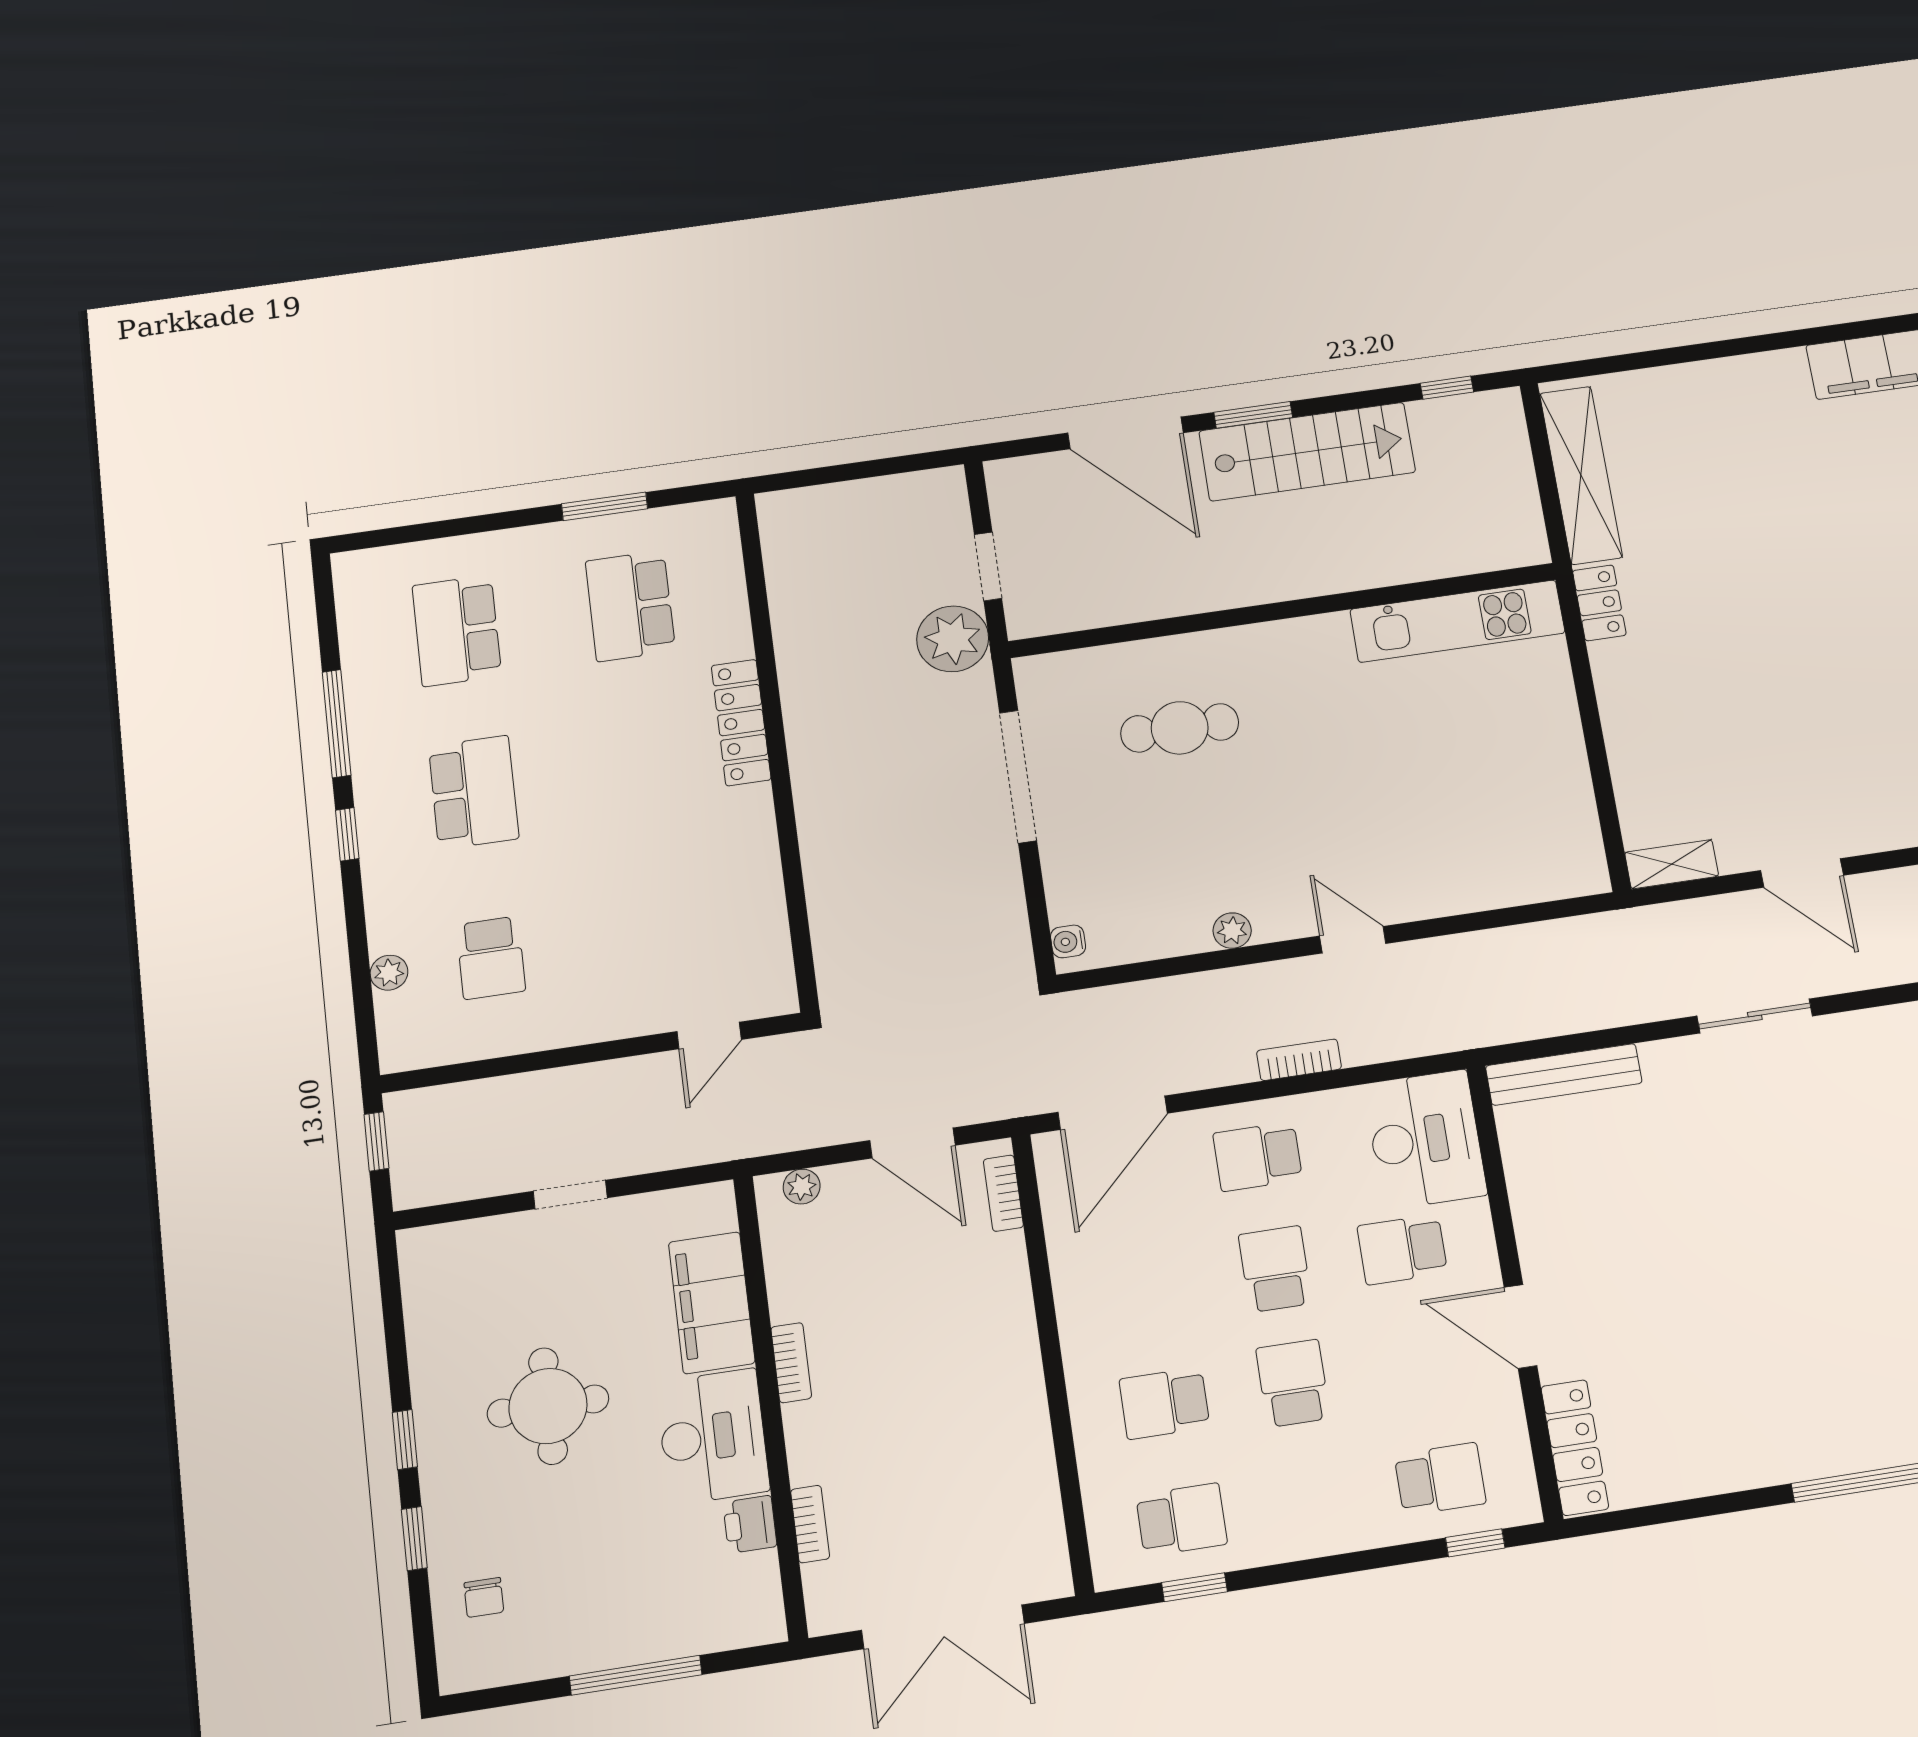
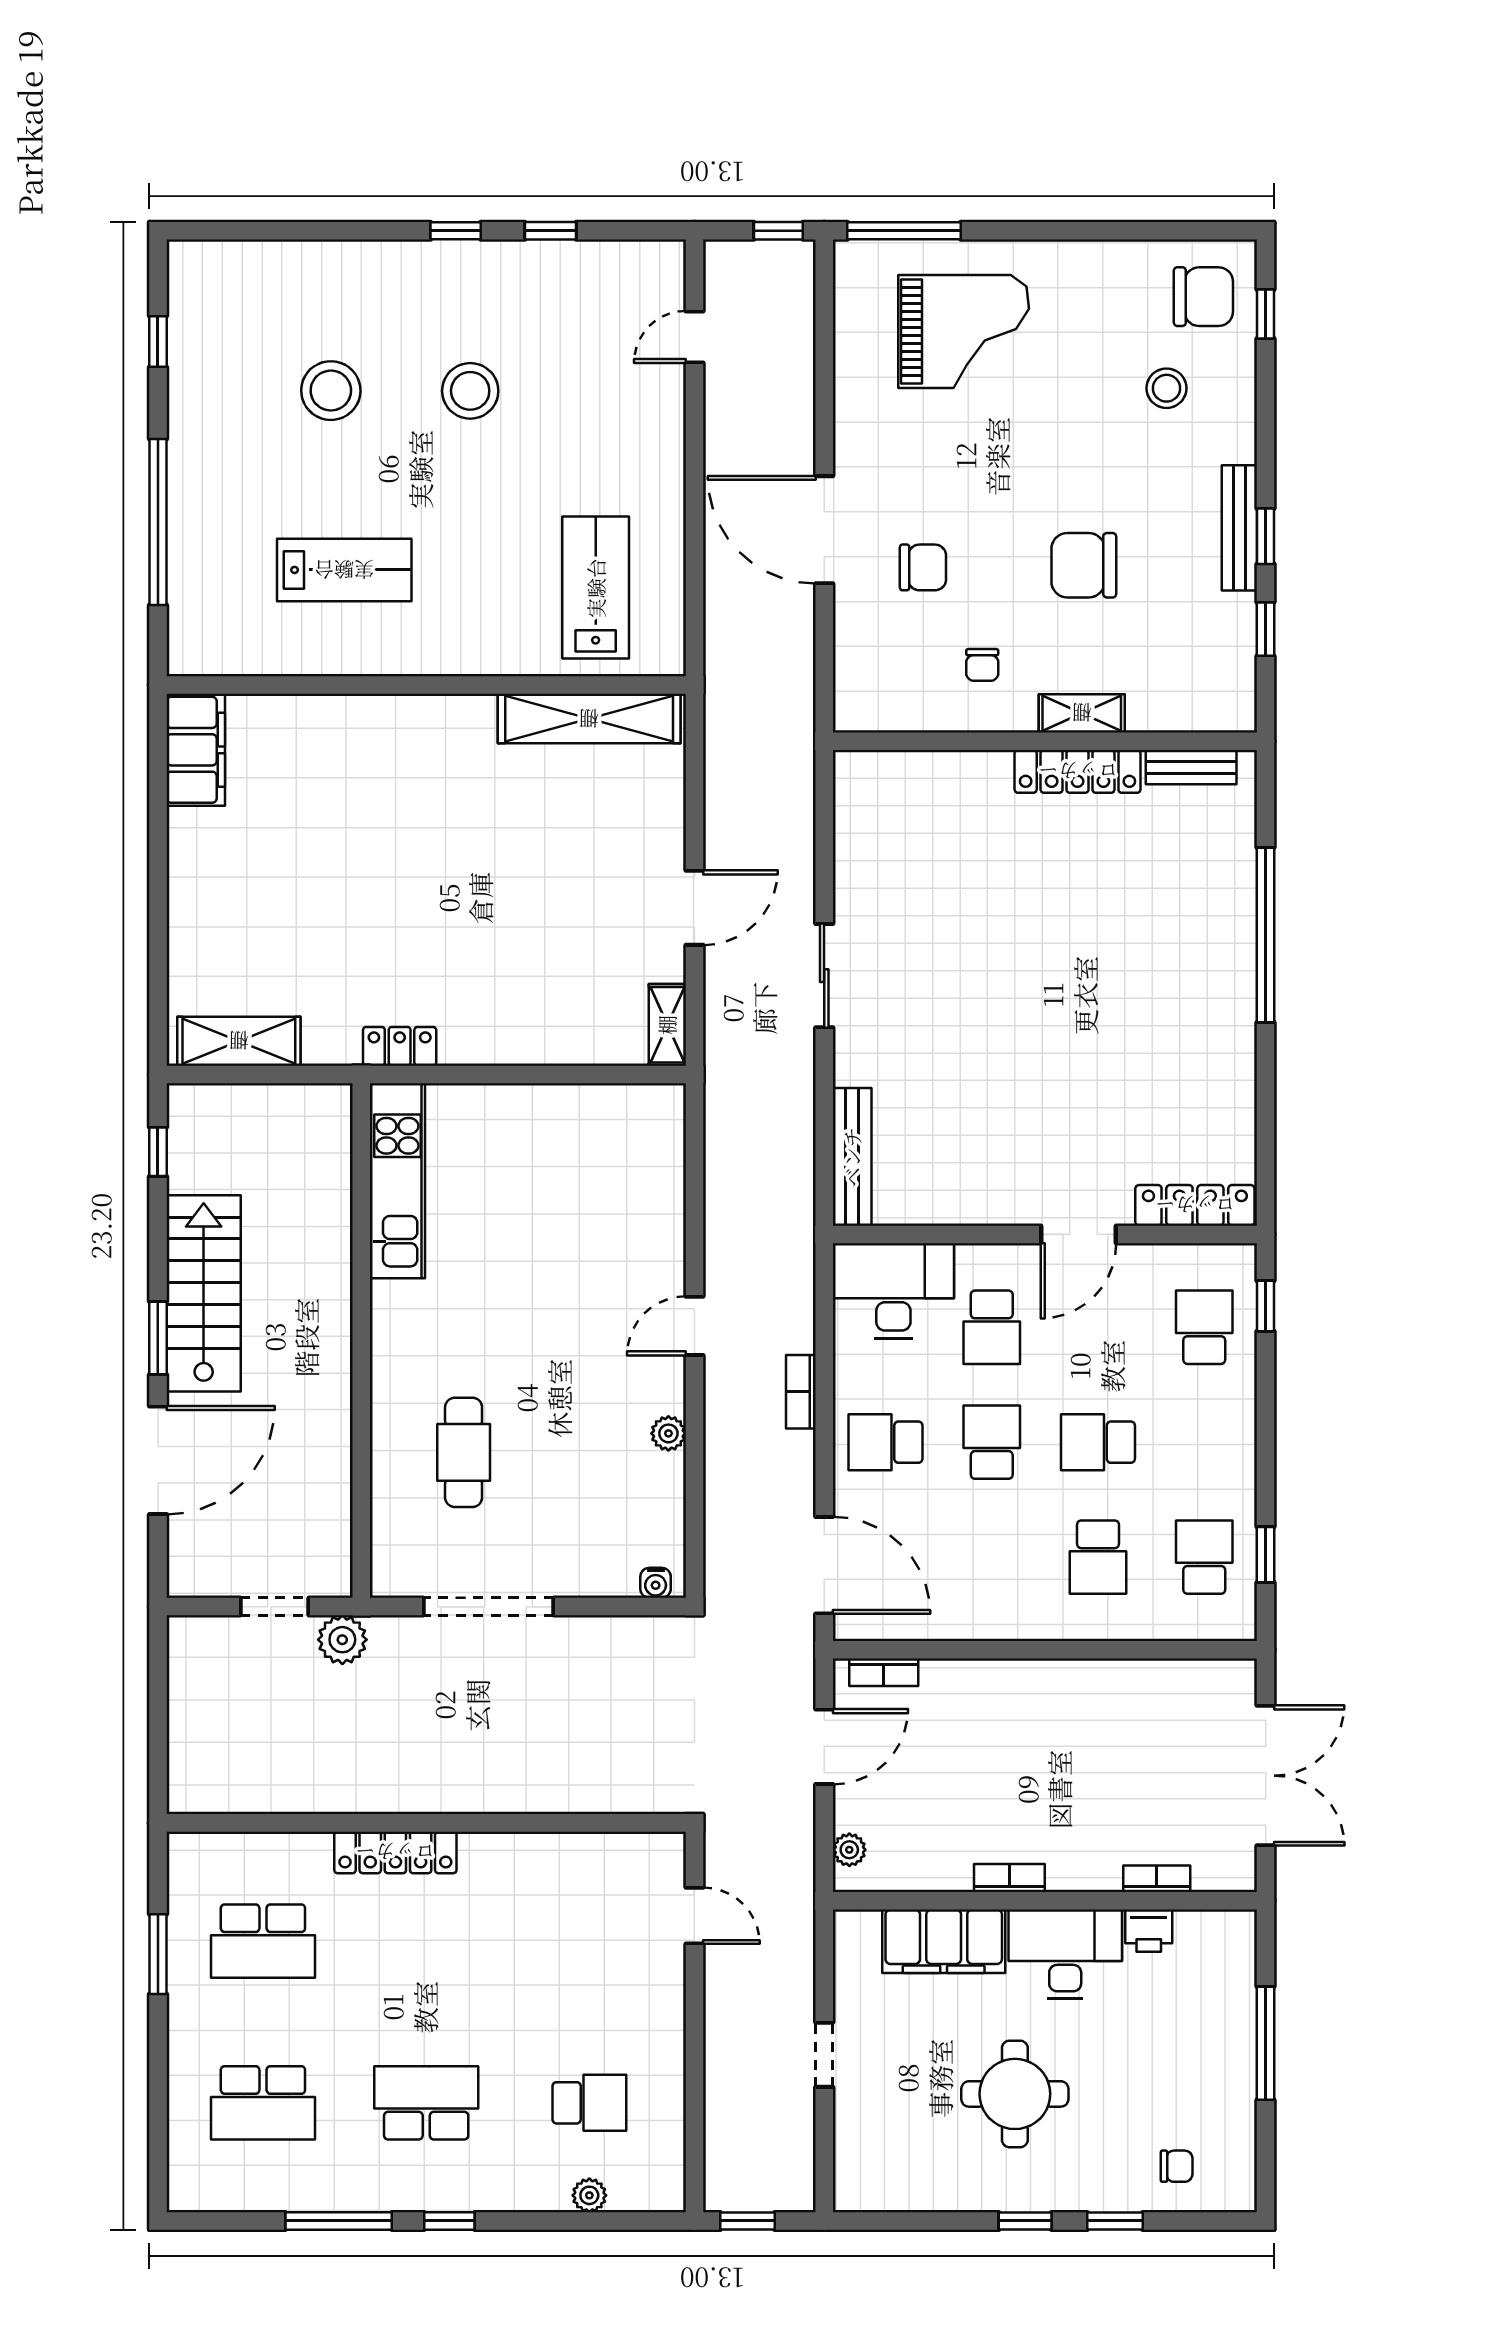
shelving: (1581, 475) -> (239, 1041), width x0.68
plant: (953, 639) -> (342, 1640), width x0.73, depth x0.73
school desk: (1258, 1156) -> (885, 1442), turned 90
school desk: (1275, 1269) -> (992, 1442), turned 90

